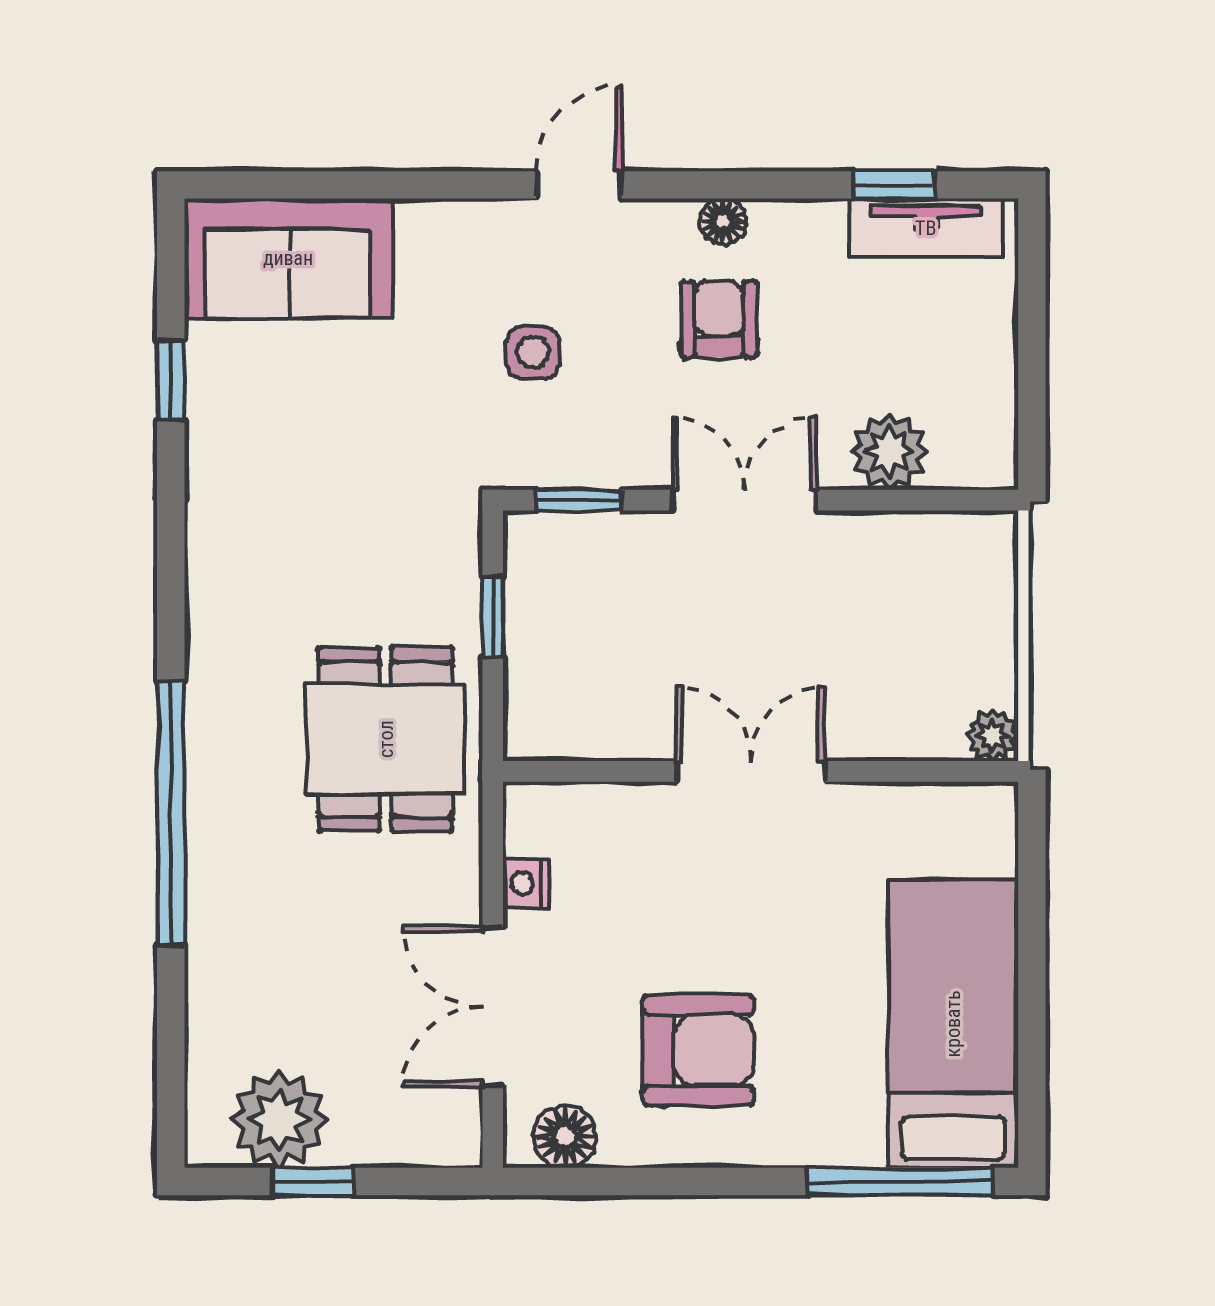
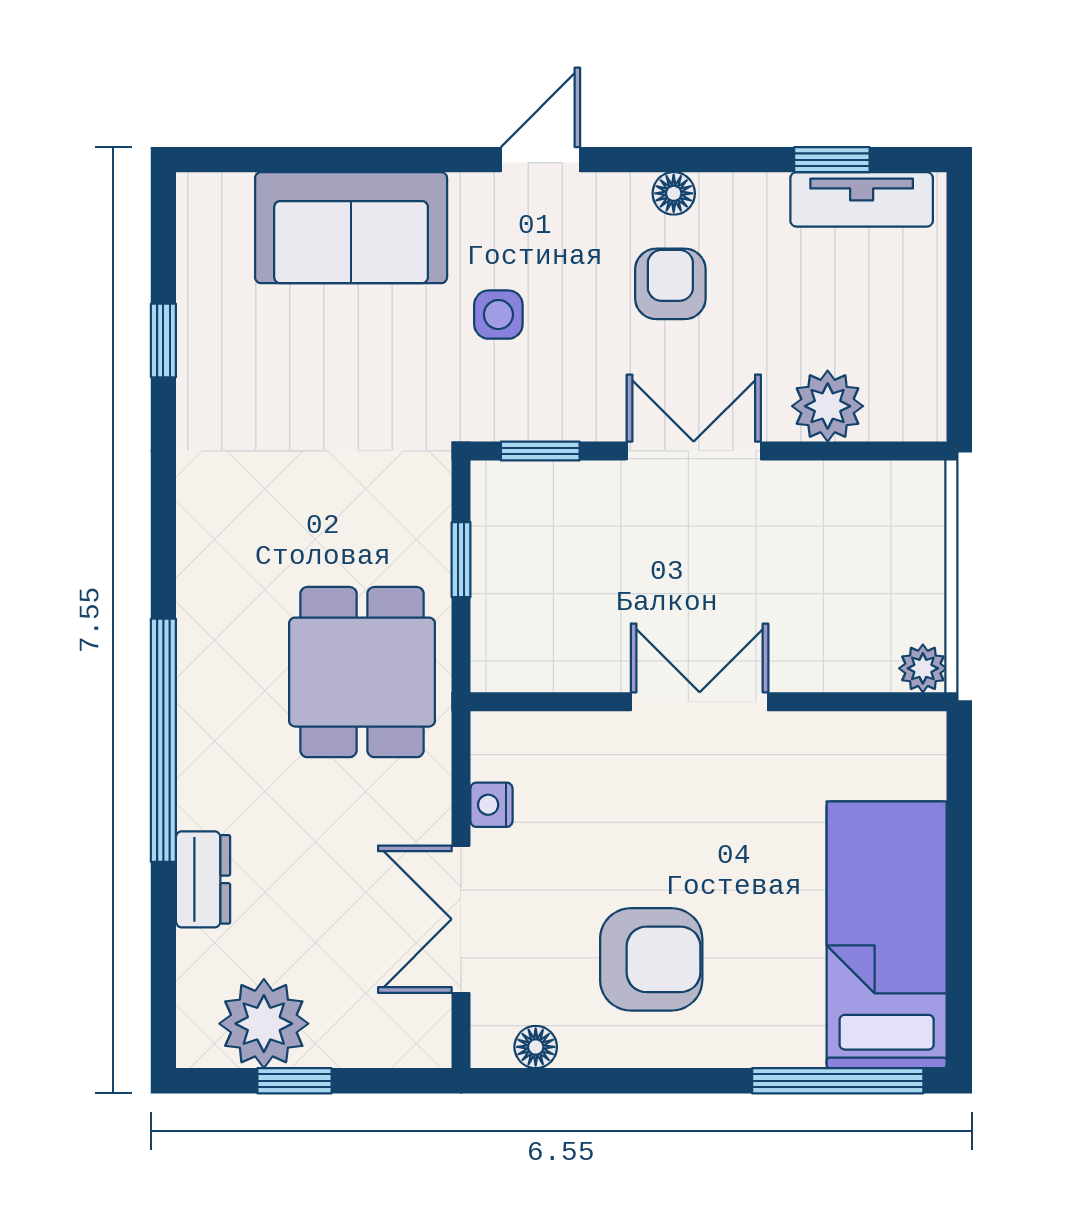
sofa: (288, 258) -> (351, 228), moved
dresser: (214, 964) -> (203, 879), added
floor lamp: (565, 1136) -> (536, 1047), width x0.73, depth x0.73

